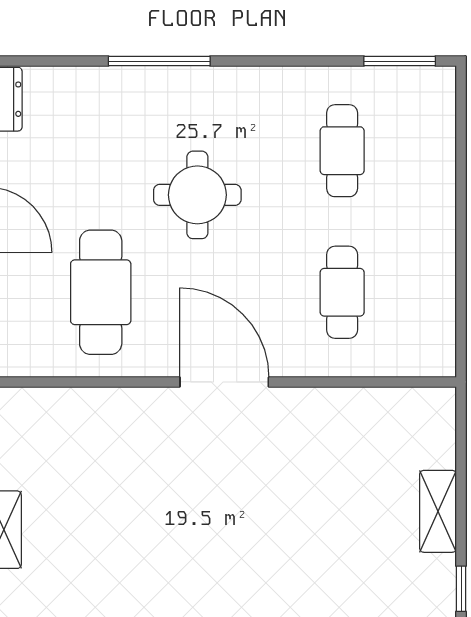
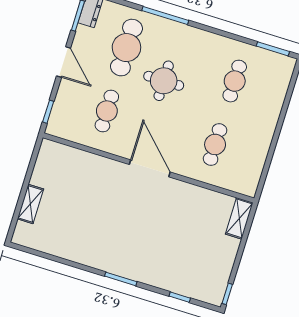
cafe table: (101, 151) -> (126, 48), added
cafe table: (101, 292) -> (107, 111), width x0.73, depth x0.74
shelving: (438, 511) -> (239, 218), moved

